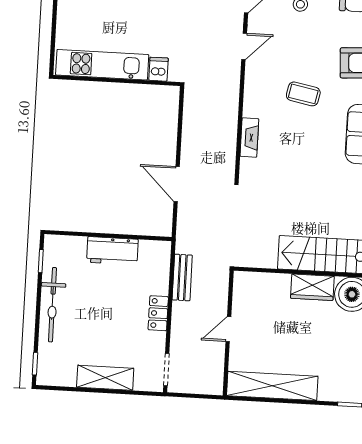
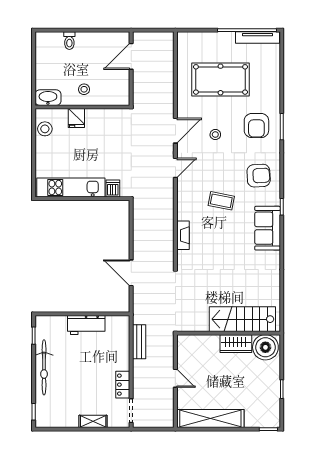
locker: (158, 313) -> (123, 385), moved
door: (228, 329) -> (175, 378), swing flipped
shelving: (105, 378) -> (93, 421), width x0.67, depth x0.75

